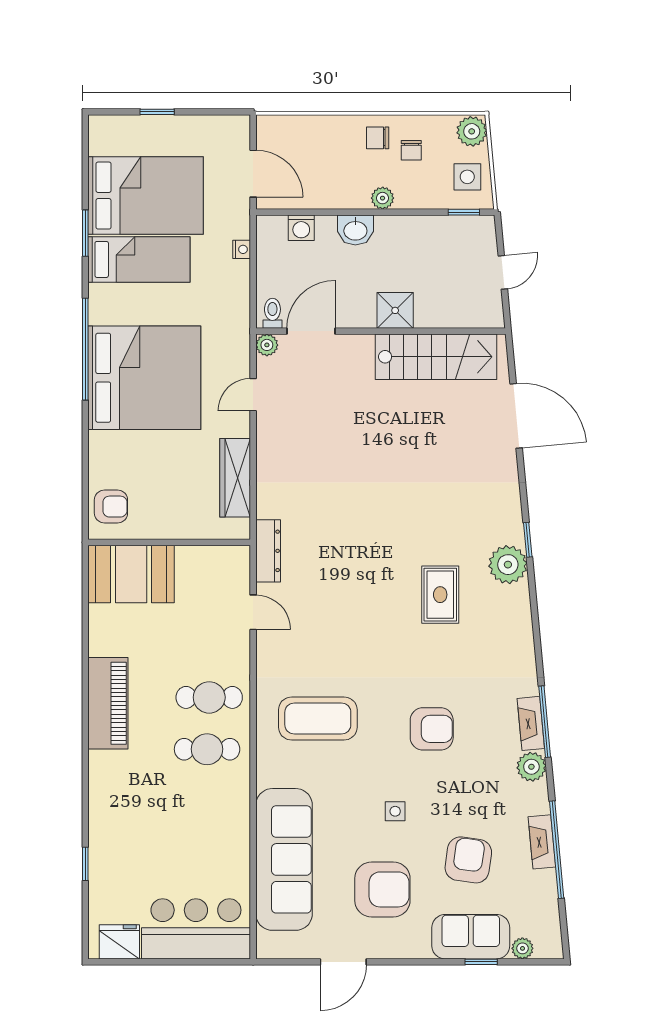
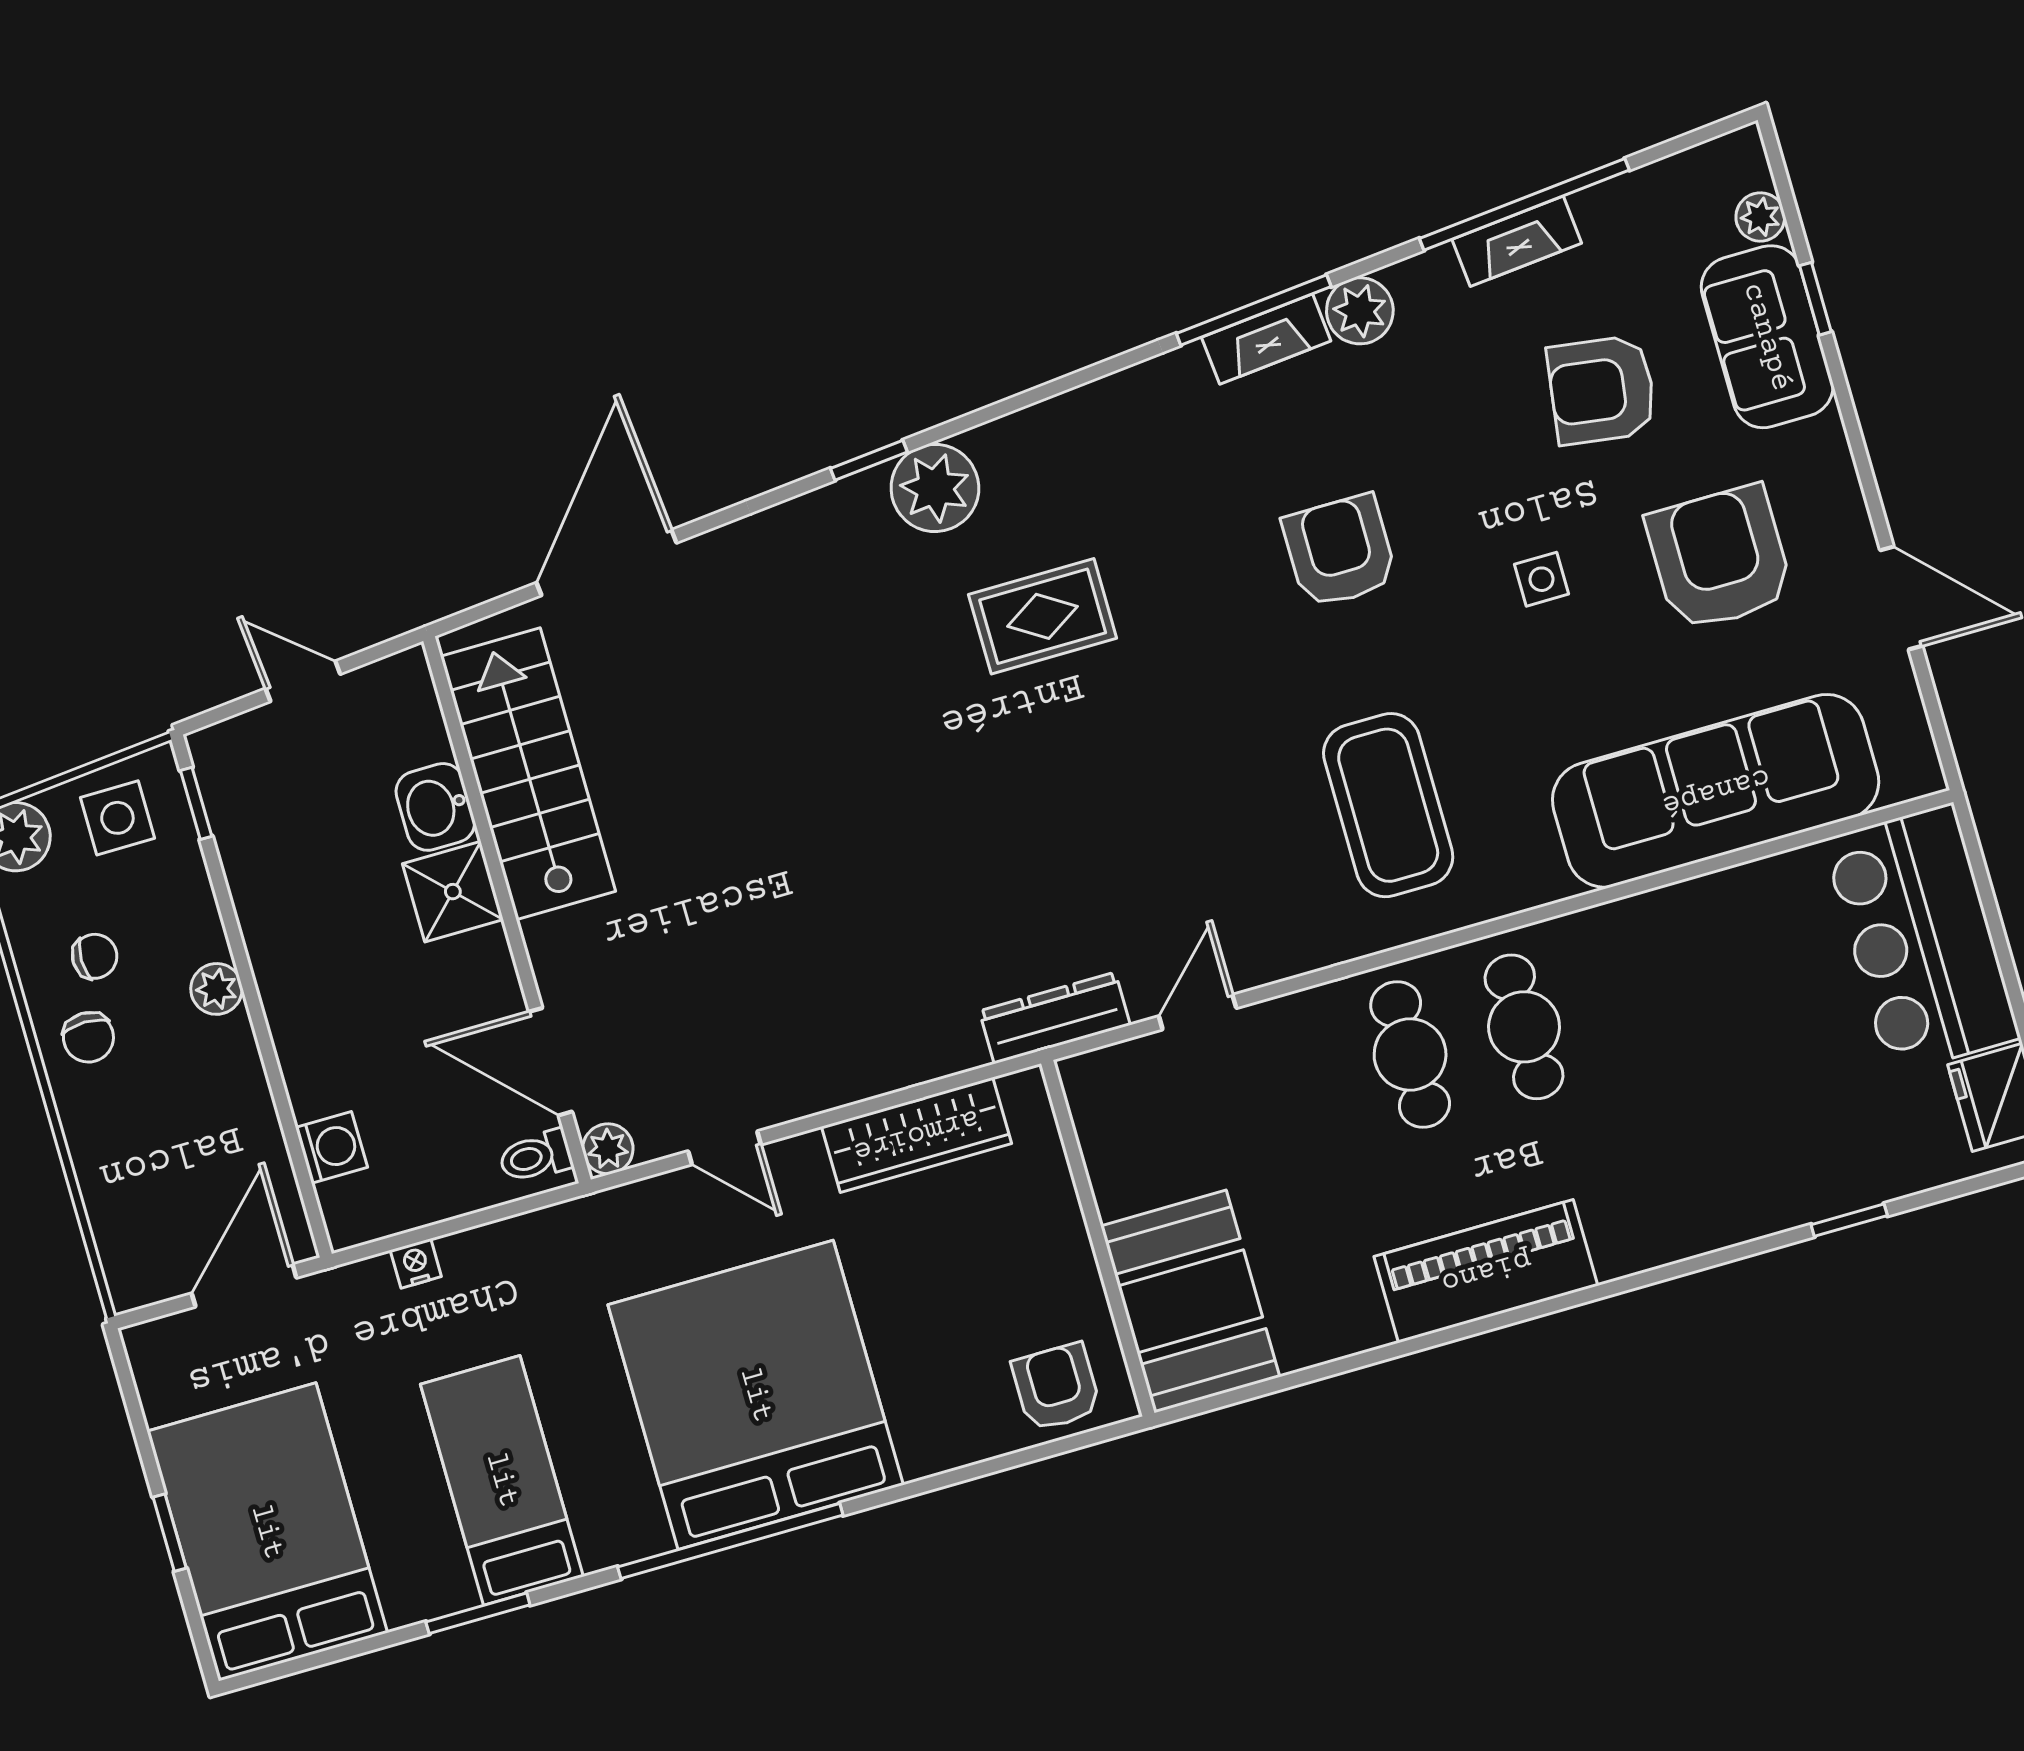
bed: (146, 196) -> (267, 1532), moved
washbasin: (355, 230) -> (435, 807), moved, turned 180

